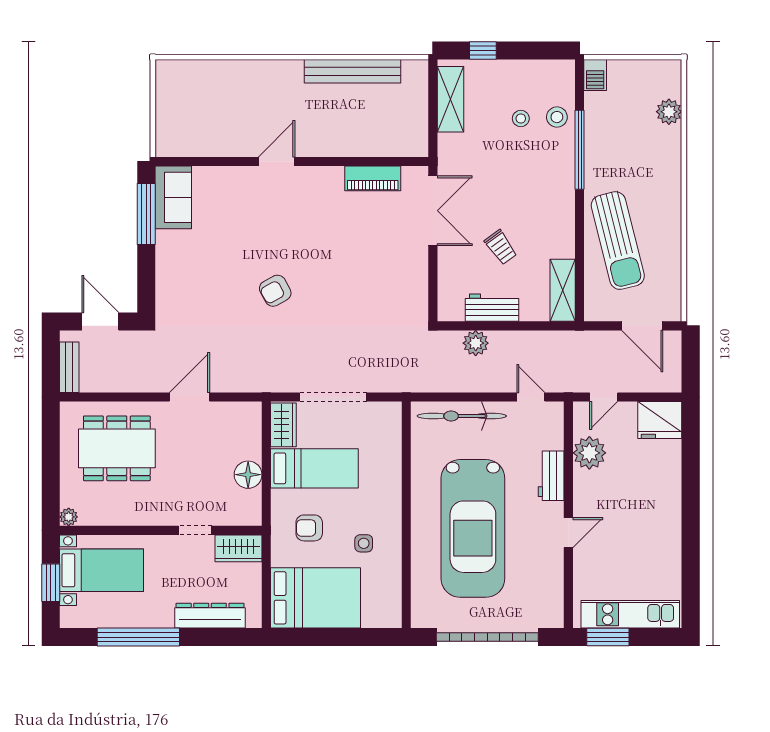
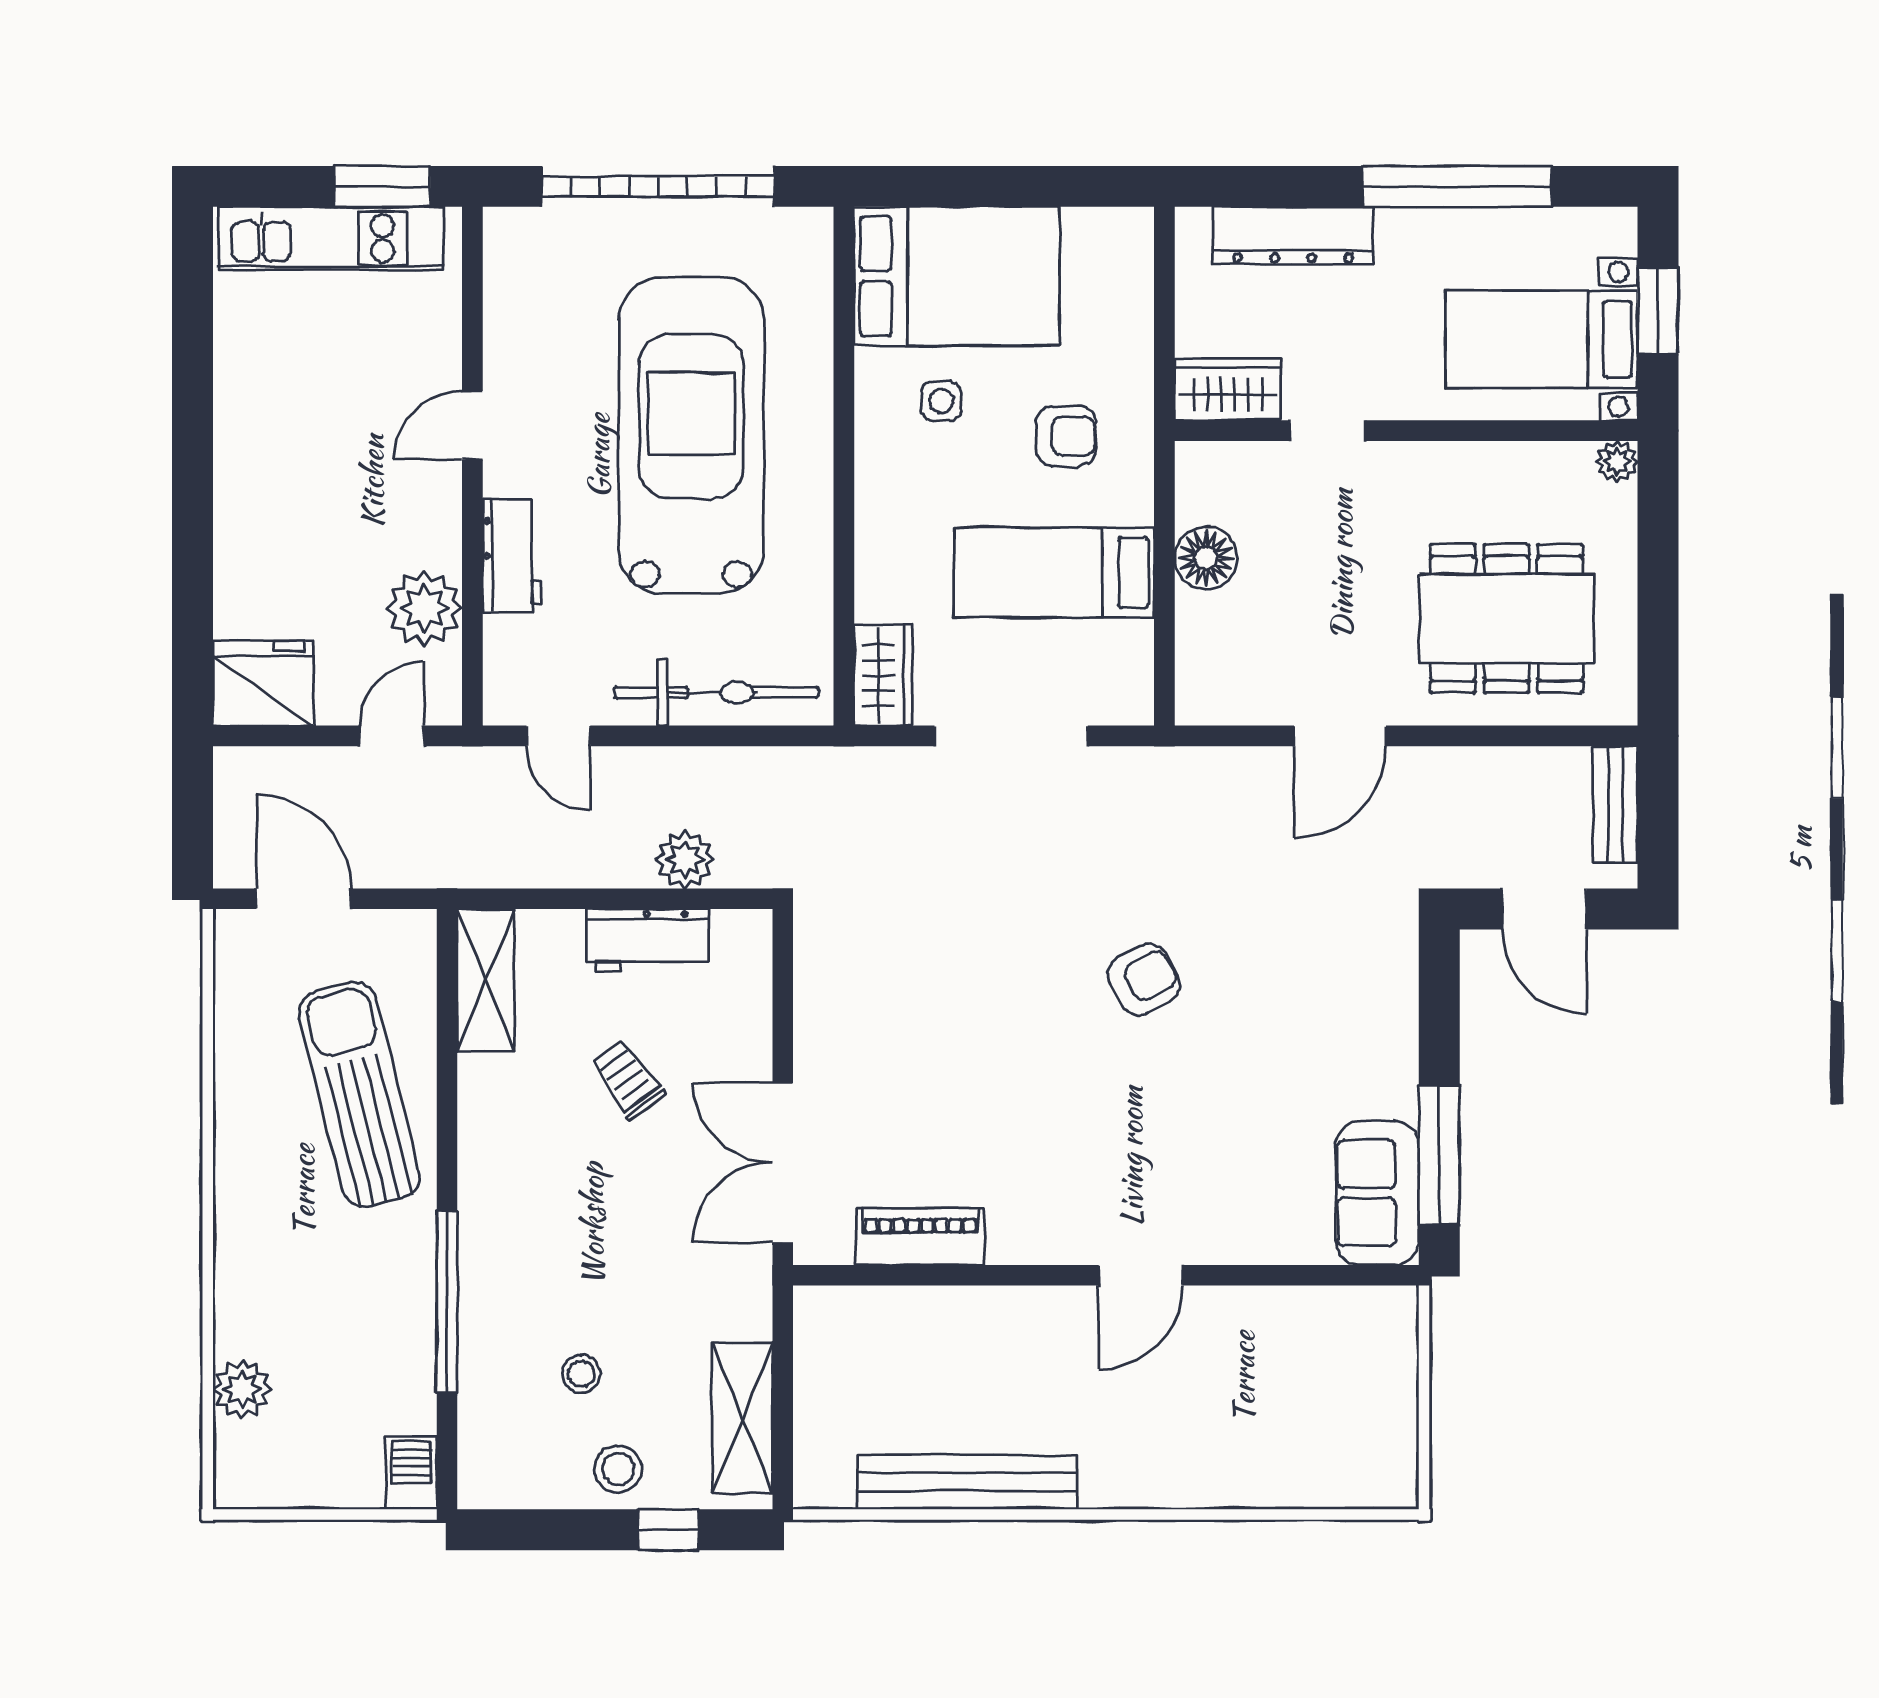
stool: (557, 117) -> (618, 1469), moved
wardrobe: (283, 425) -> (883, 675), moved, turned 180
bed: (316, 598) -> (957, 276), moved, turned 180

